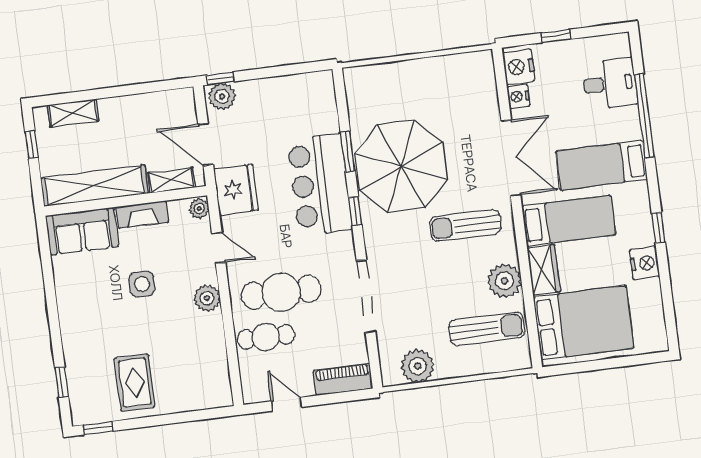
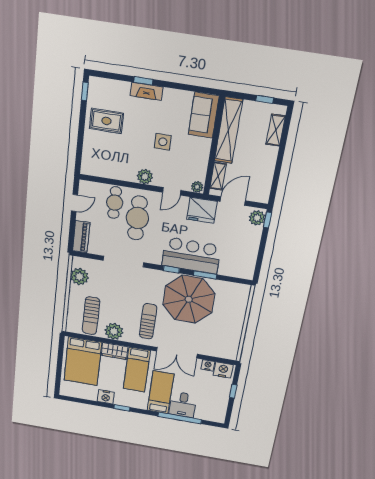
desk: (610, 84) -> (183, 405), moved
fireplace: (142, 215) -> (147, 91), moved, turned -90
window: (62, 382) -> (143, 81), moved

